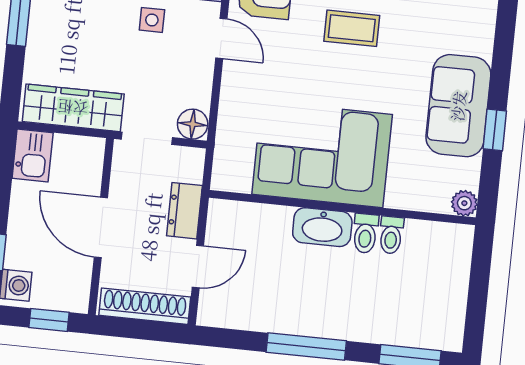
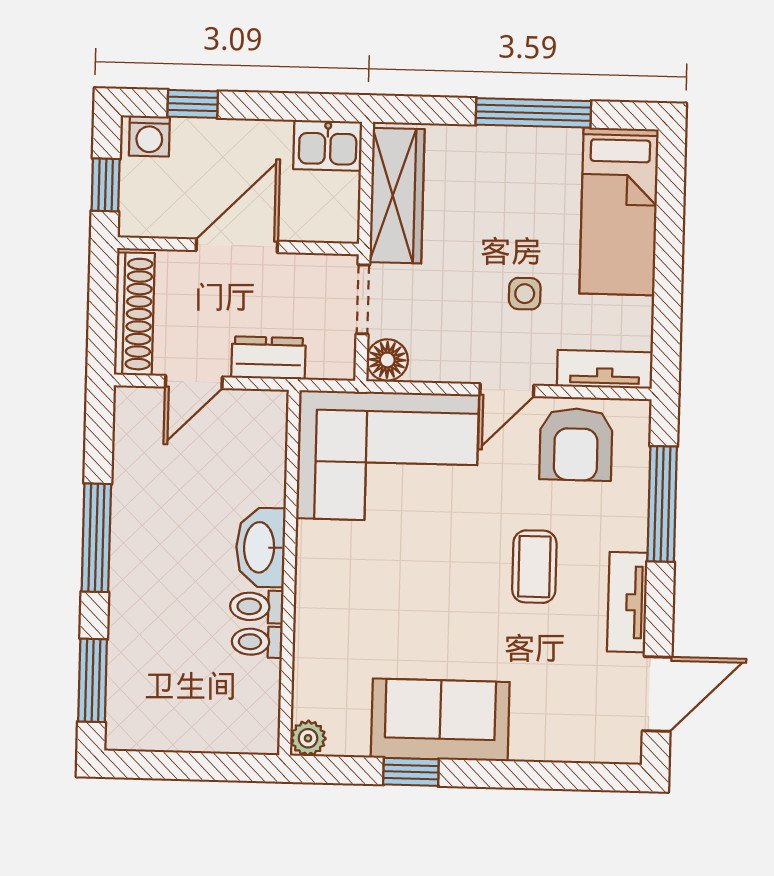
corner sofa: (322, 154) -> (388, 456), moved, turned 90
door: (198, 267) -> (194, 382), hinge flipped

